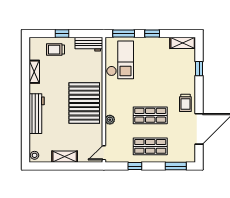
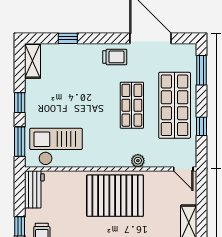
shop shelf: (150, 146) -> (175, 105), width x1.43, depth x1.36

